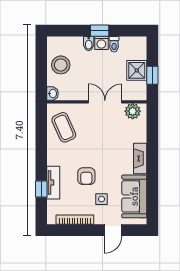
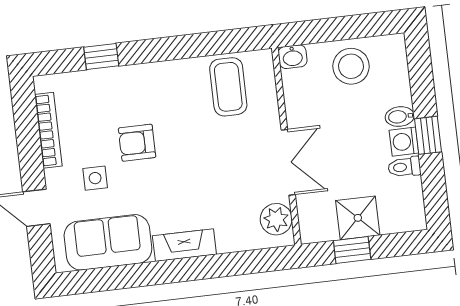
coffee table: (64, 127) -> (228, 87), turned -66
tv unit: (53, 183) -> (117, 79), removed

